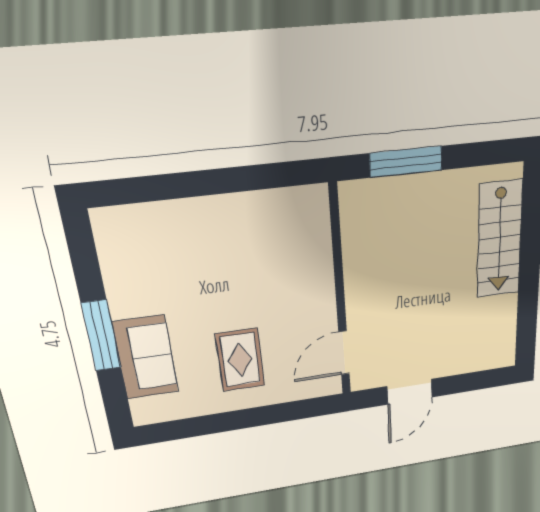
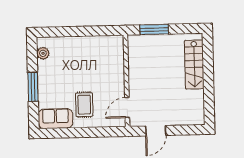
plant: (114, 250) -> (43, 53), added
sofa: (146, 357) -> (55, 119), moved, turned -90

